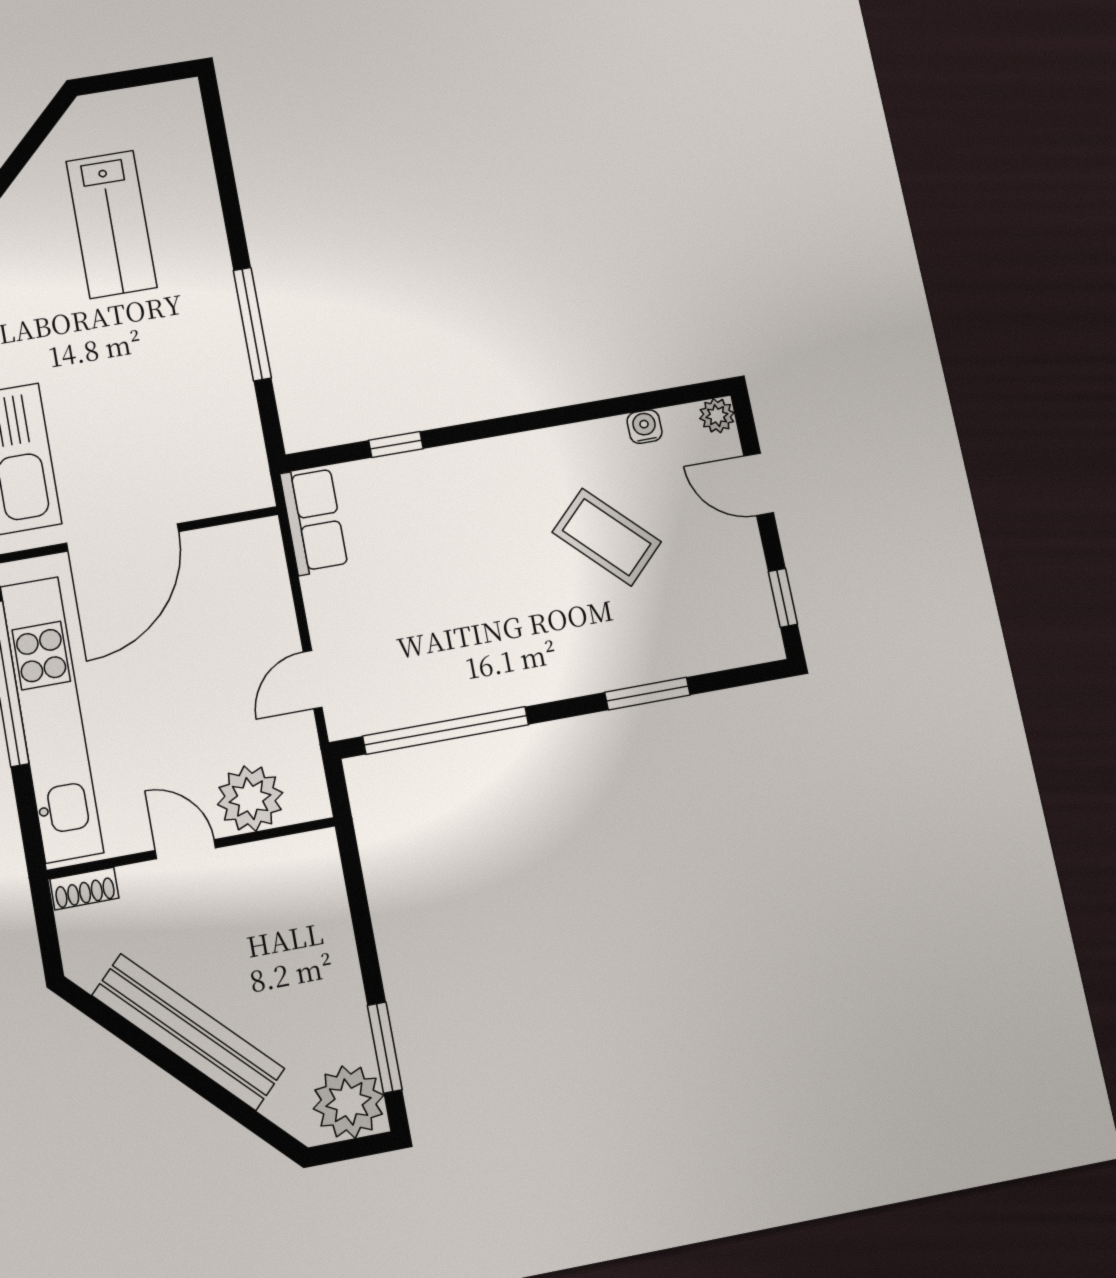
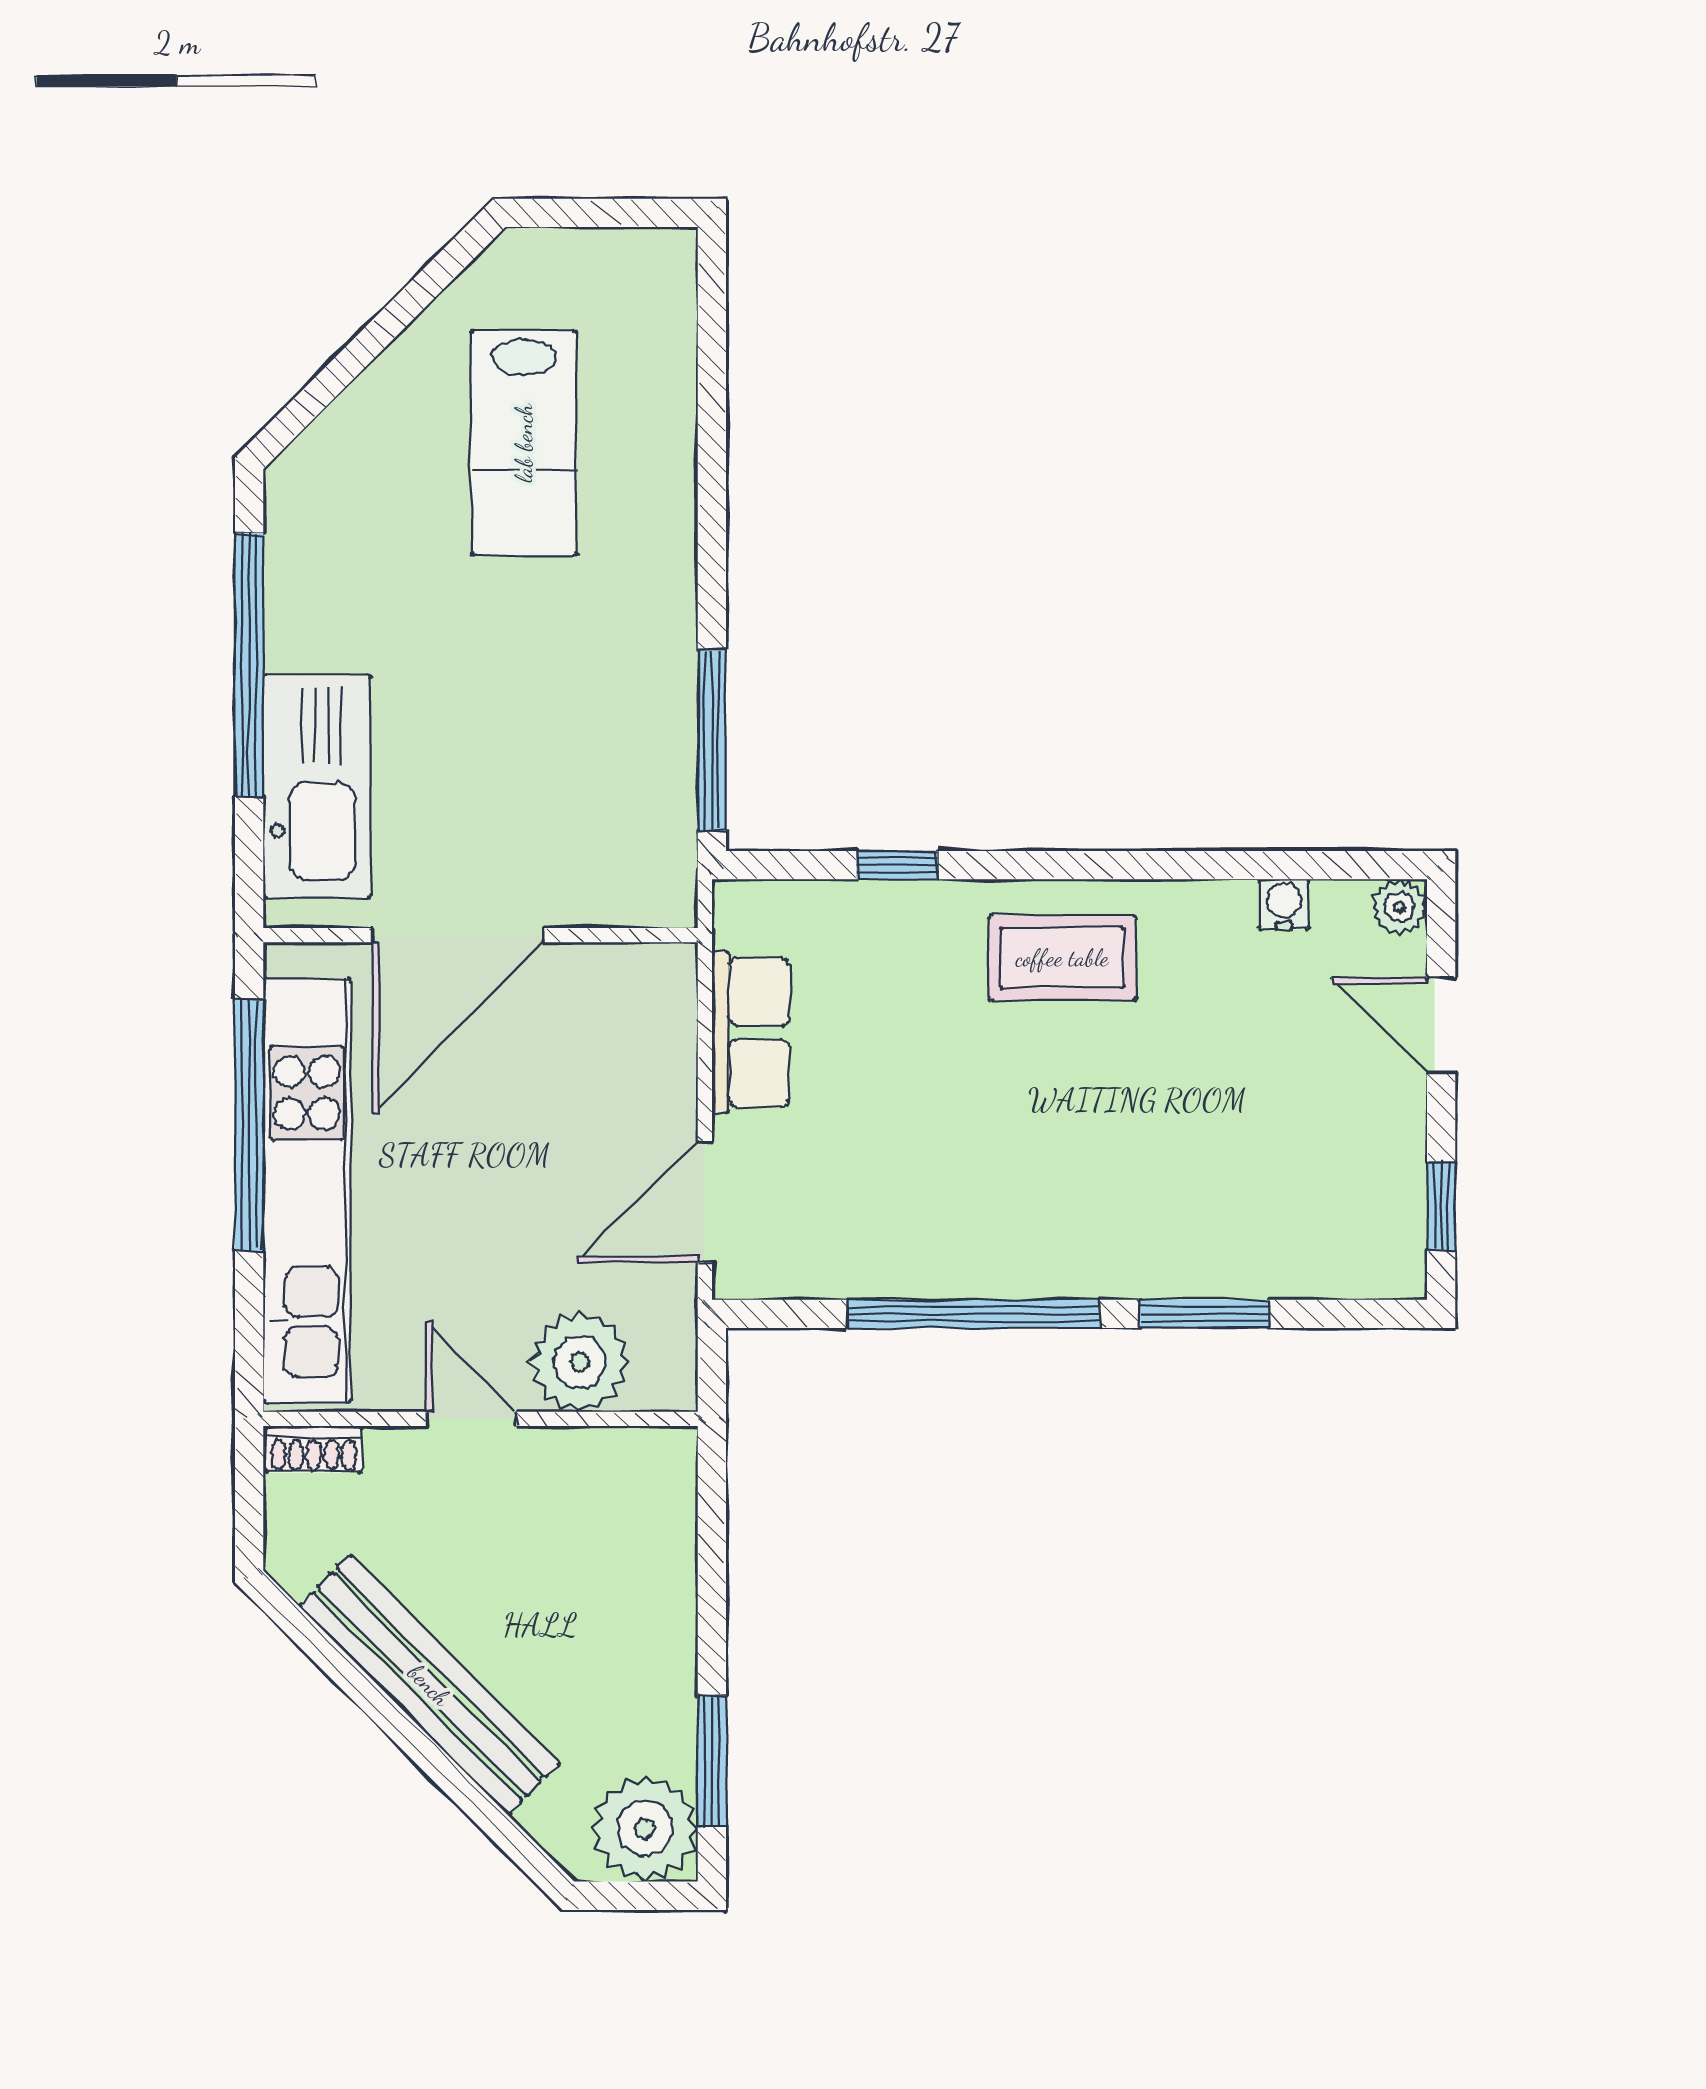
window: (252, 324) -> (712, 741), moved
row of seats: (314, 520) -> (751, 1032), moved
coffee table: (607, 537) -> (1062, 958), moved, turned -45
door: (313, 680) -> (705, 1202), width x1.38
window: (446, 730) -> (974, 1314), moved

